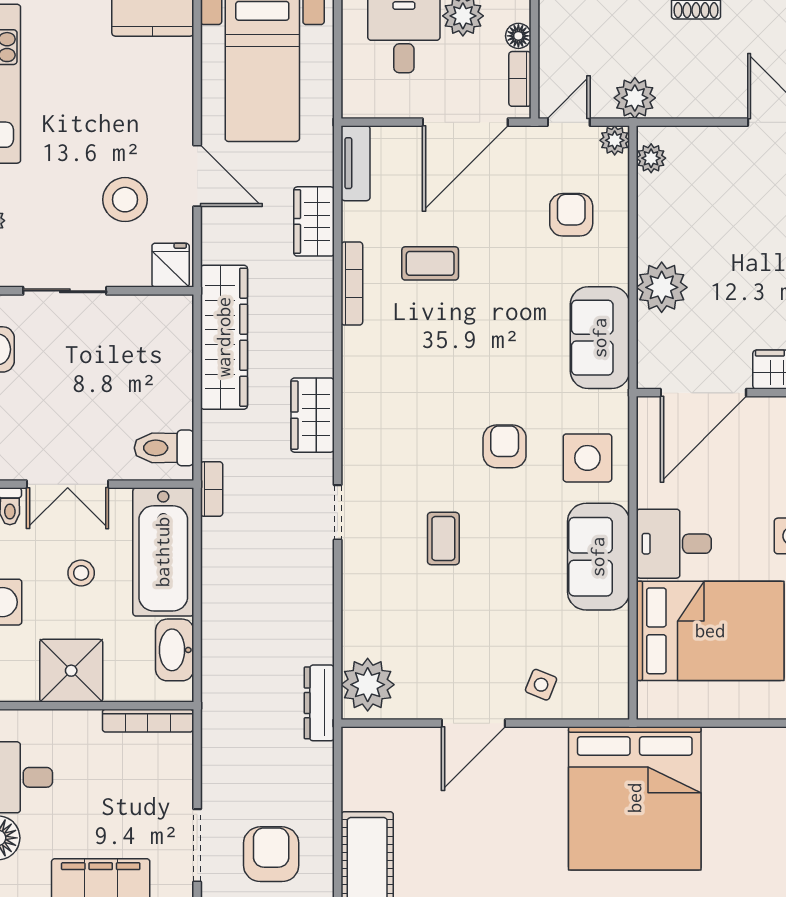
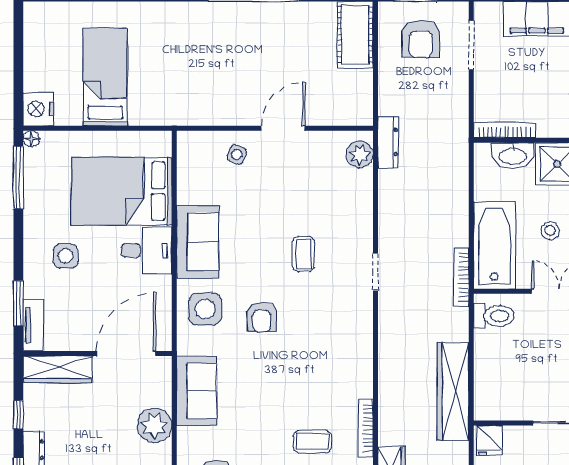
wardrobe: (313, 415) -> (393, 338), removed
bookcase: (212, 489) -> (461, 277), width x1.56
washbasin: (175, 650) -> (513, 156), moved, turned 90
plant: (368, 685) -> (360, 154), width x0.73, depth x0.73
bed: (635, 798) -> (105, 77), moved, width x0.49

